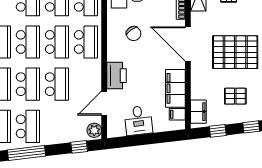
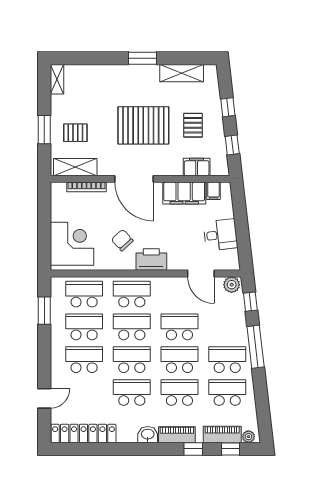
chair: (134, 34) -> (122, 240), turned -98
door: (188, 44) -> (134, 179), hinge flipped
pallet: (235, 52) -> (143, 125), turned 90
printer: (117, 76) -> (151, 259), moved
filing cabinet: (198, 112) -> (197, 167), moved
window: (26, 153) -> (256, 347), moved

